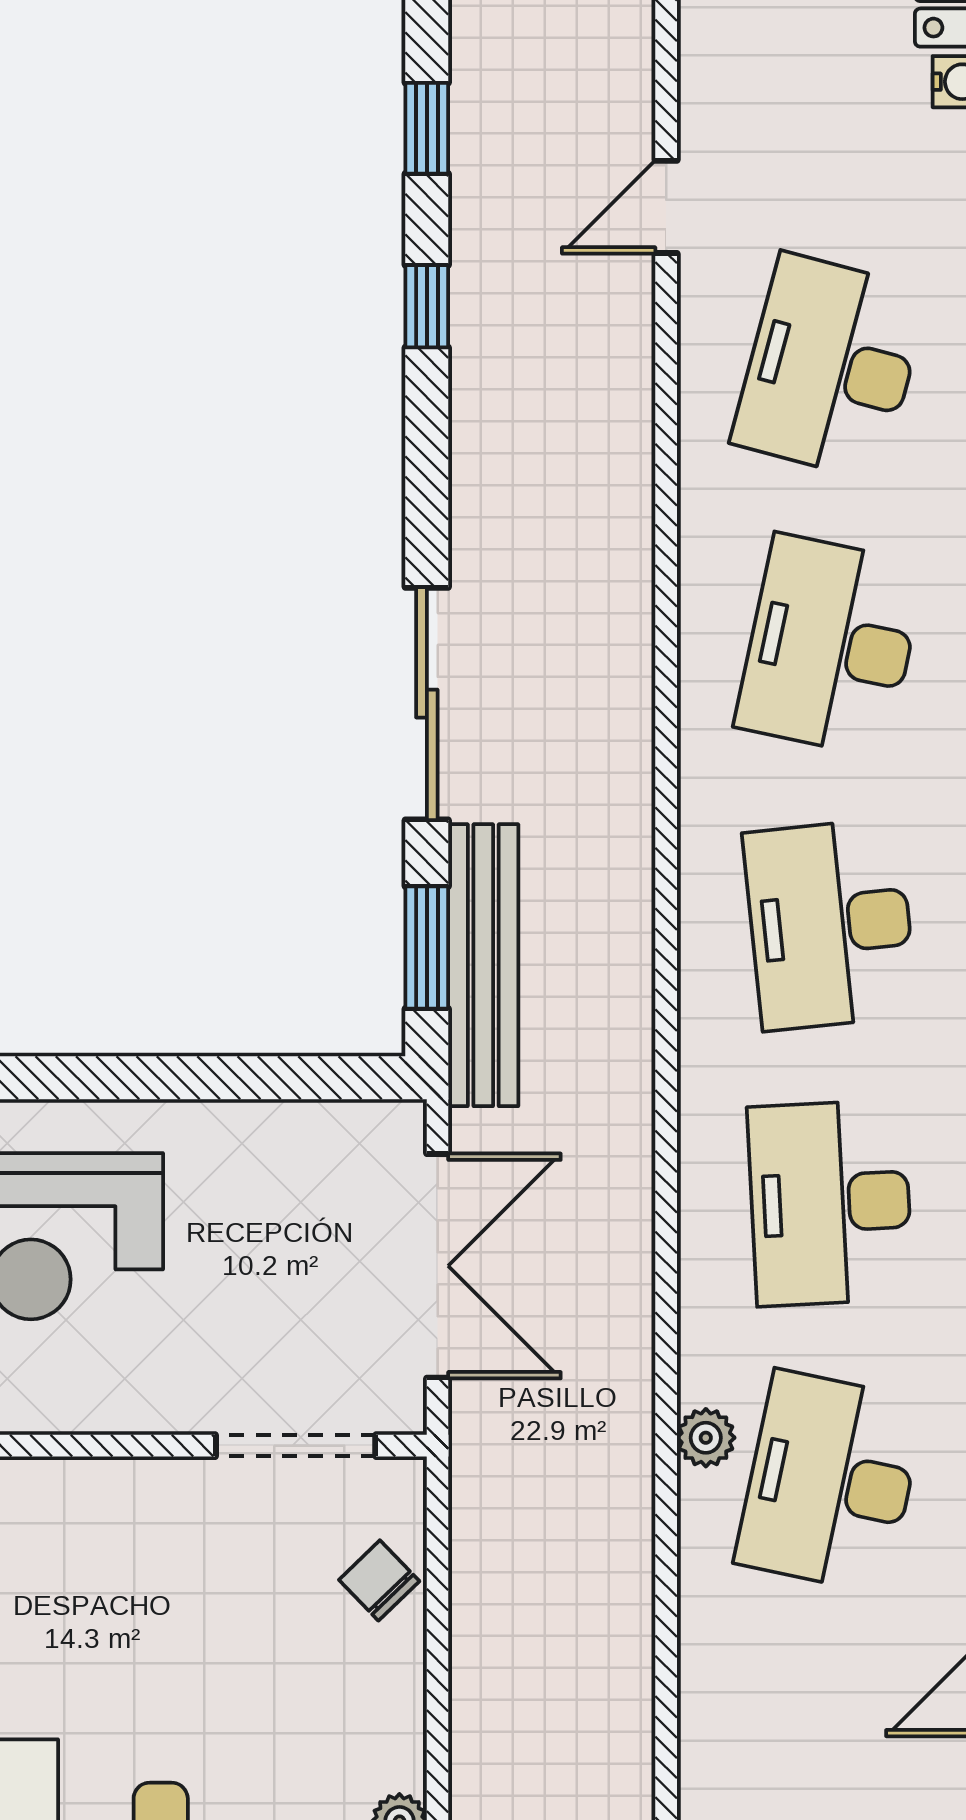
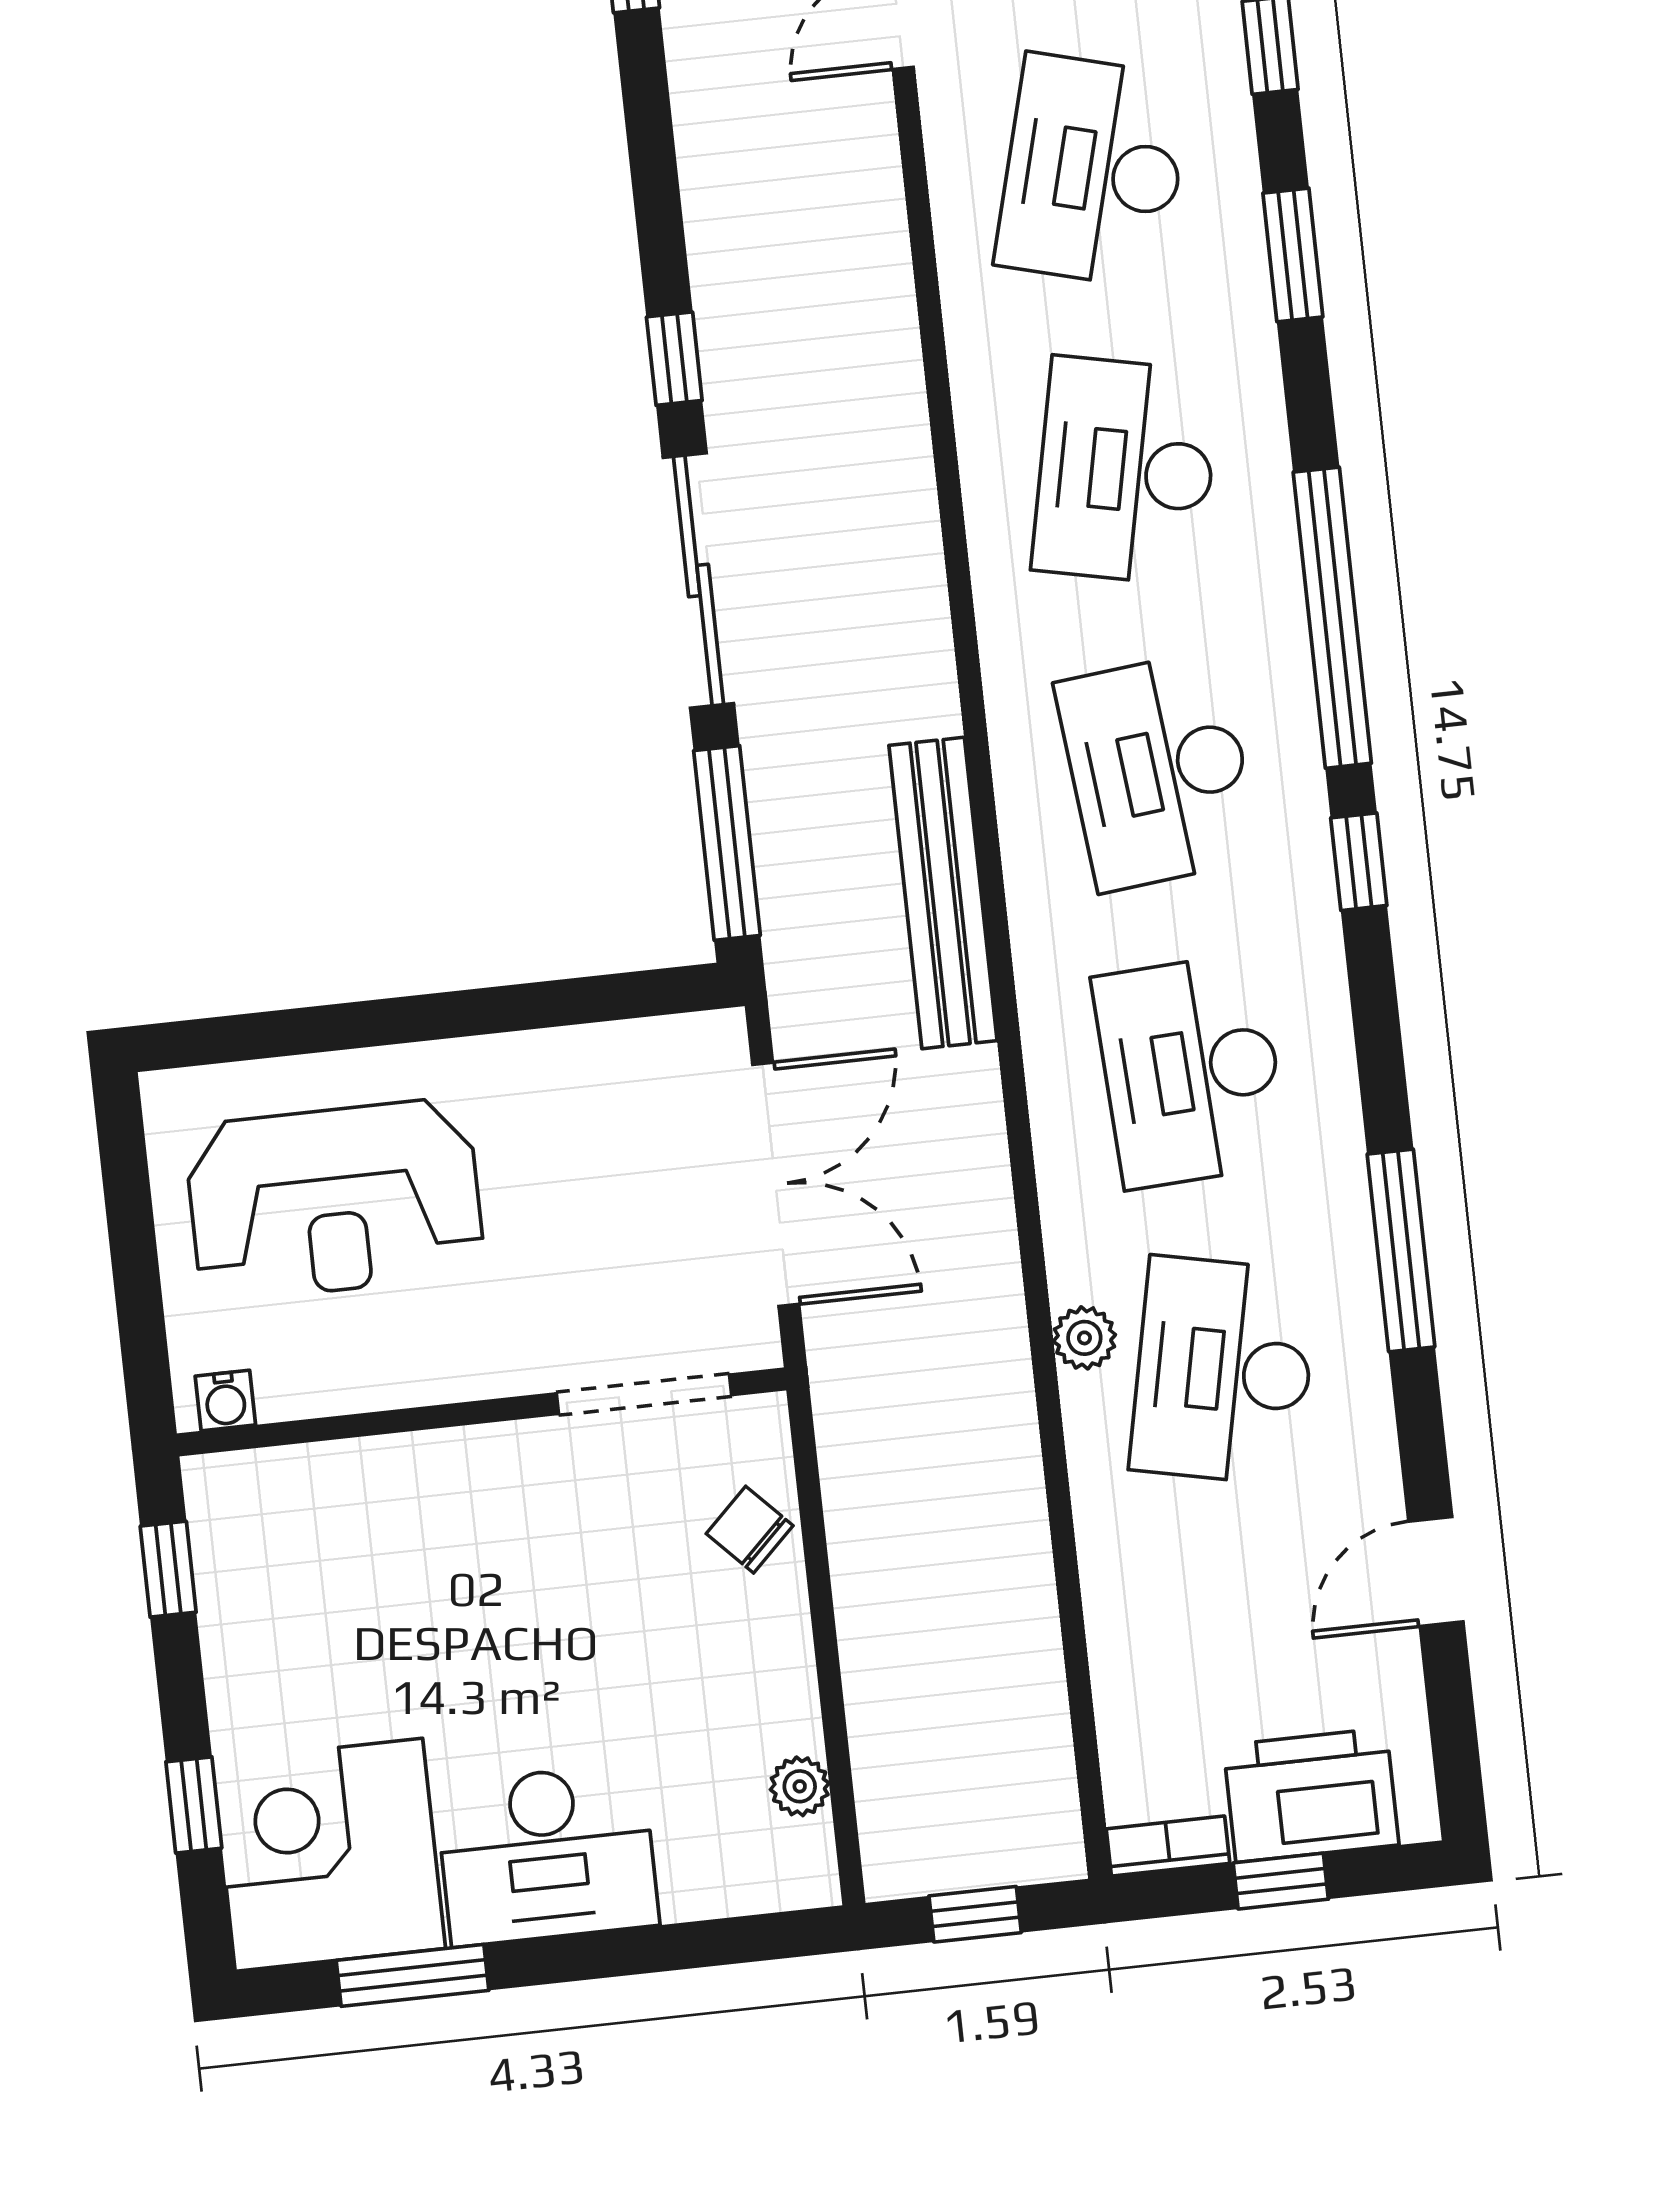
window: (427, 306) -> (674, 359), moved
window: (427, 948) -> (727, 843), width x1.44
bench: (483, 965) -> (943, 893), moved

